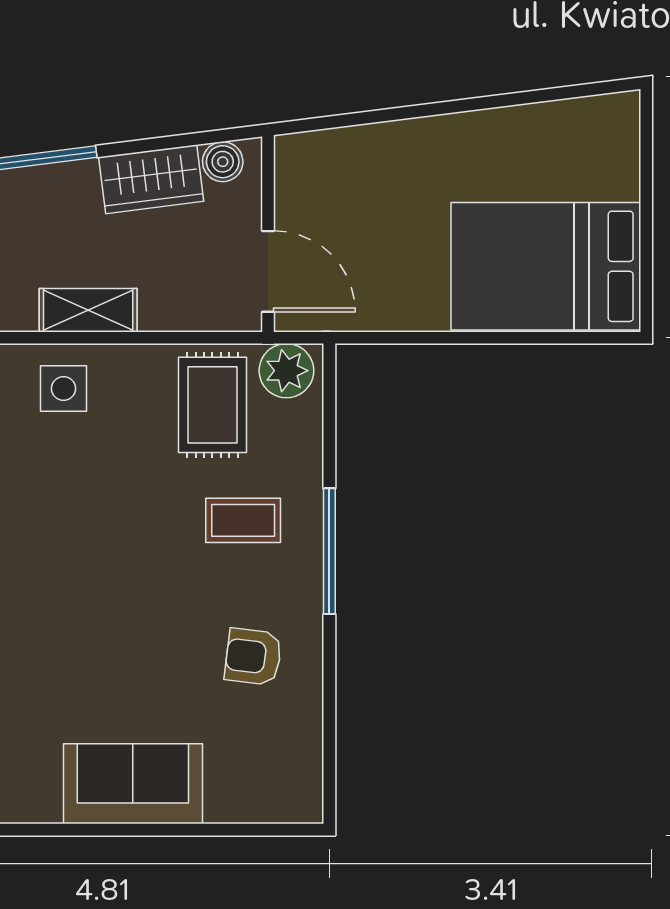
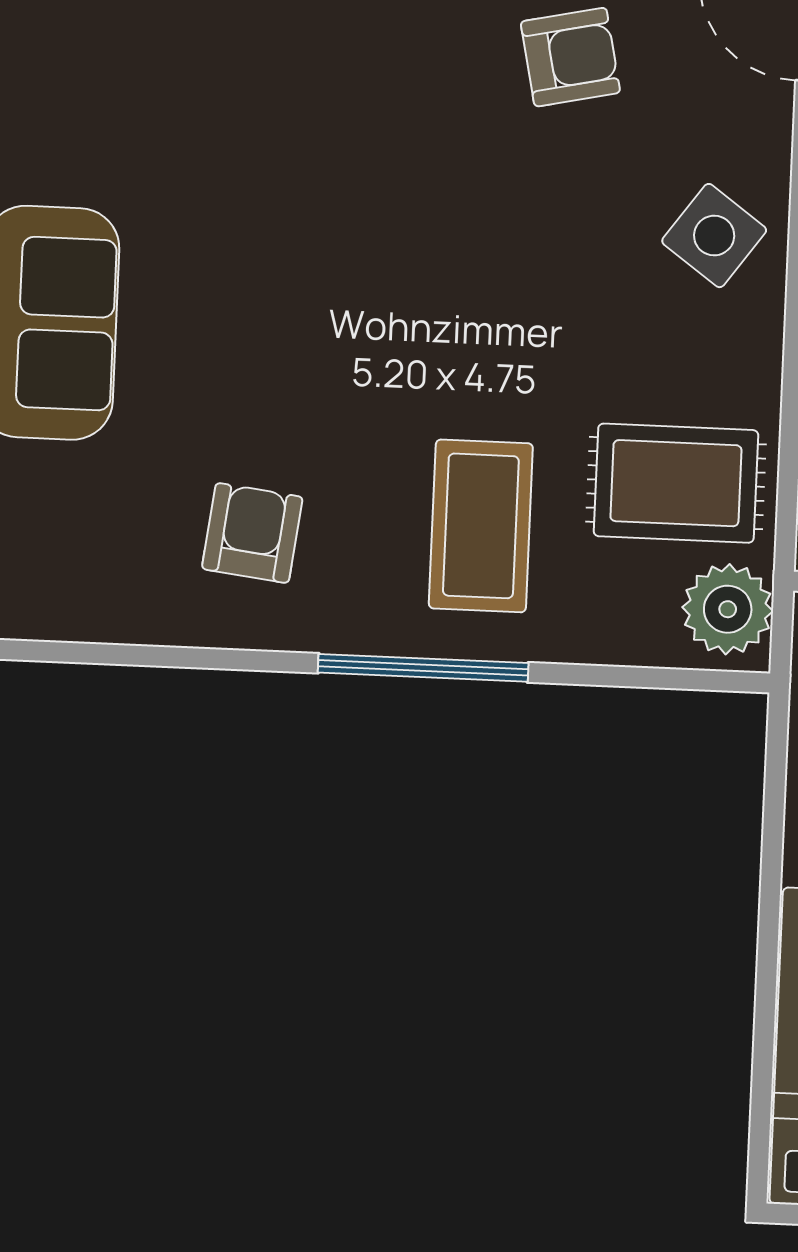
side table: (63, 388) -> (714, 236), turned 36
coffee table: (243, 520) -> (481, 526), width x1.36, depth x1.30

